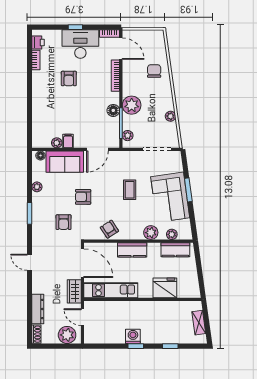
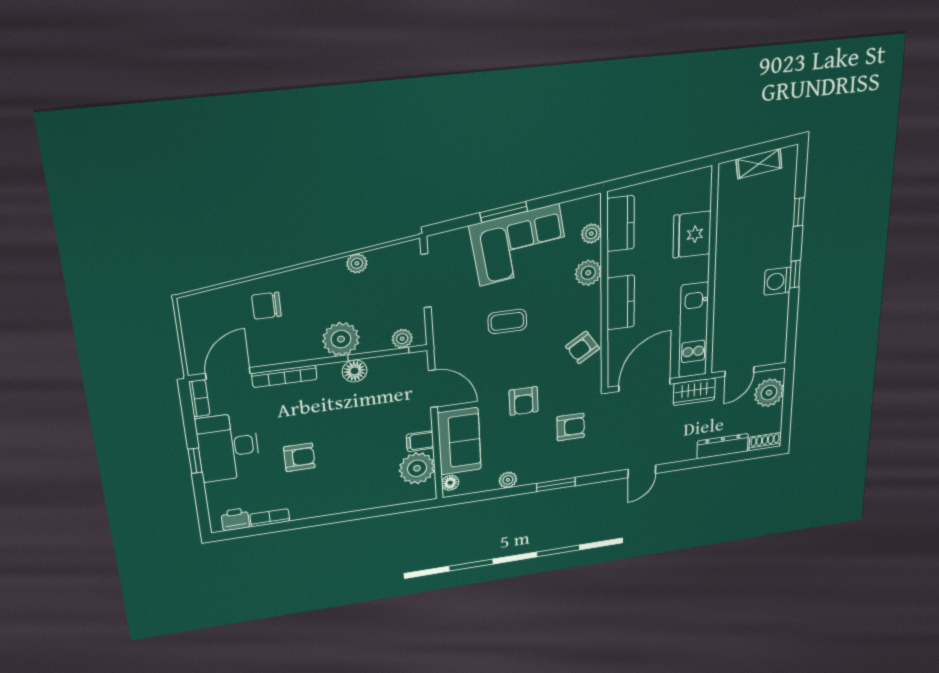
plant: (57, 143) -> (417, 468), width x1.87, depth x1.87

